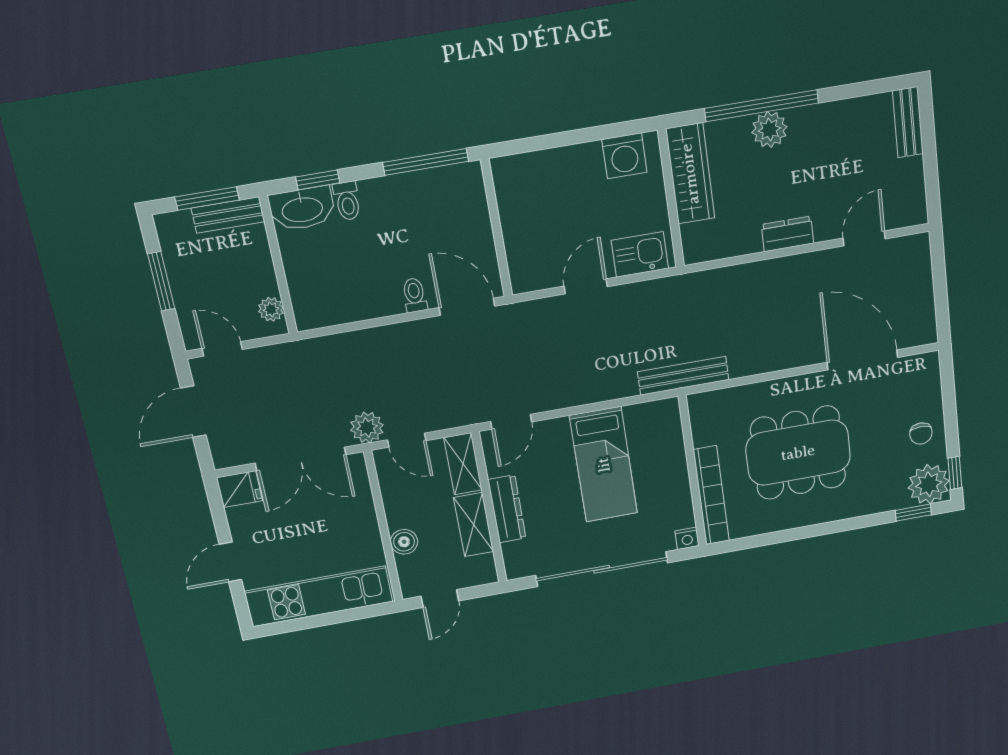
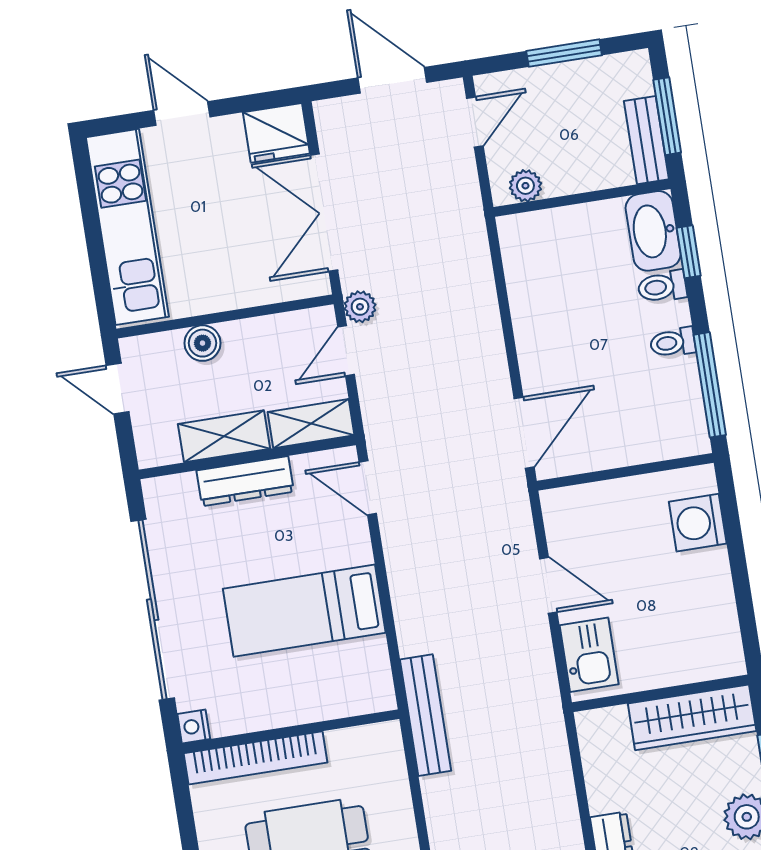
washing machine: (624, 156) -> (698, 523), moved
toilet: (415, 295) -> (673, 343), moved, turned 180
plant: (367, 427) -> (360, 307), width x0.73, depth x0.73
fridge: (239, 489) -> (276, 133), width x1.38

